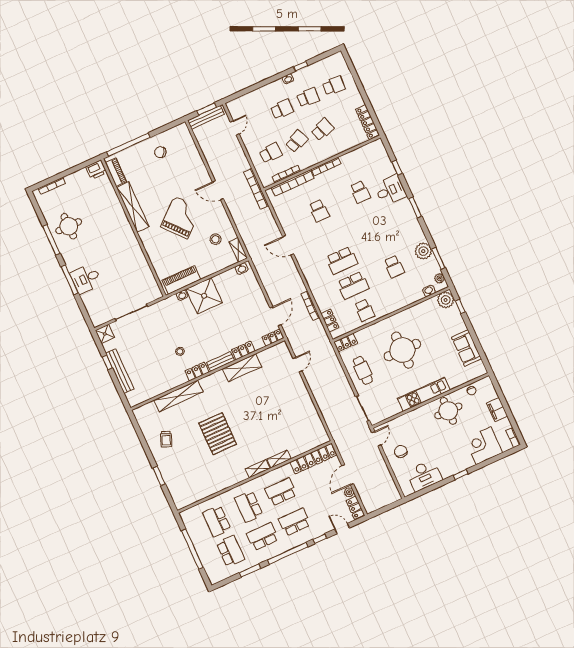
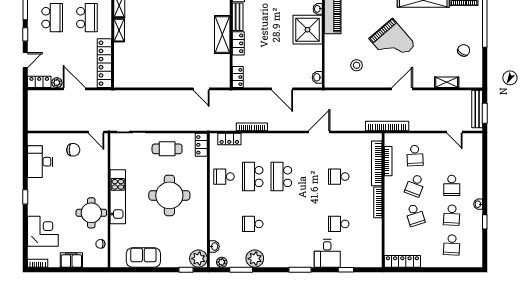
school desk: (297, 141) -> (415, 185), turned 45
shelving: (238, 250) -> (447, 82), moved
door: (275, 316) -> (282, 89), moved

